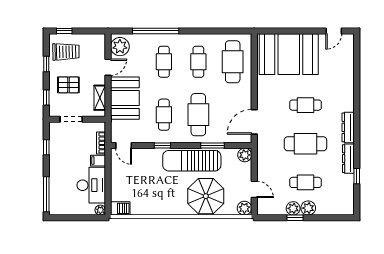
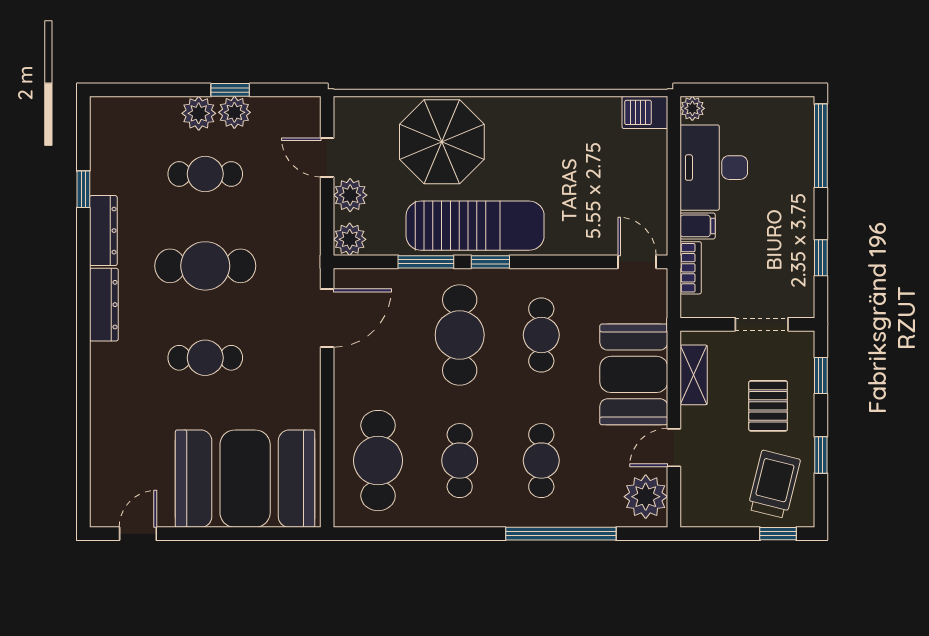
trolley: (66, 52) -> (774, 484), turned 105
pallet: (68, 85) -> (768, 406), turned 90
window: (162, 145) -> (490, 262), moved
plant: (244, 208) -> (350, 195), moved

